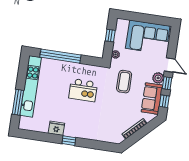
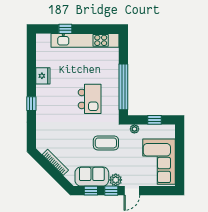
window: (60, 56) -> (123, 87), moved
kitchen island: (83, 90) -> (90, 99), turned 180
window: (18, 102) -> (65, 29), width x0.46
window: (69, 141) -> (31, 104), moved

